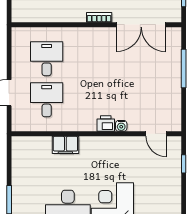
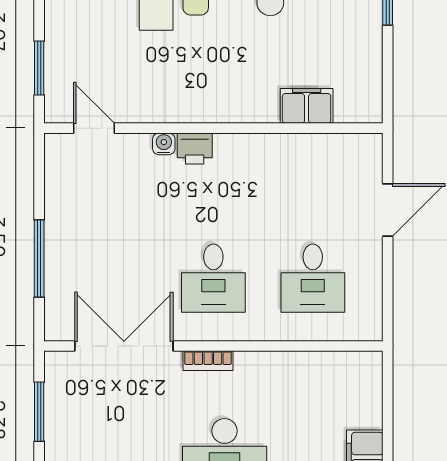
desk: (47, 100) -> (213, 278), moved
filing cabinet: (65, 145) -> (307, 106), moved
window: (184, 164) -> (39, 68), width x1.50

